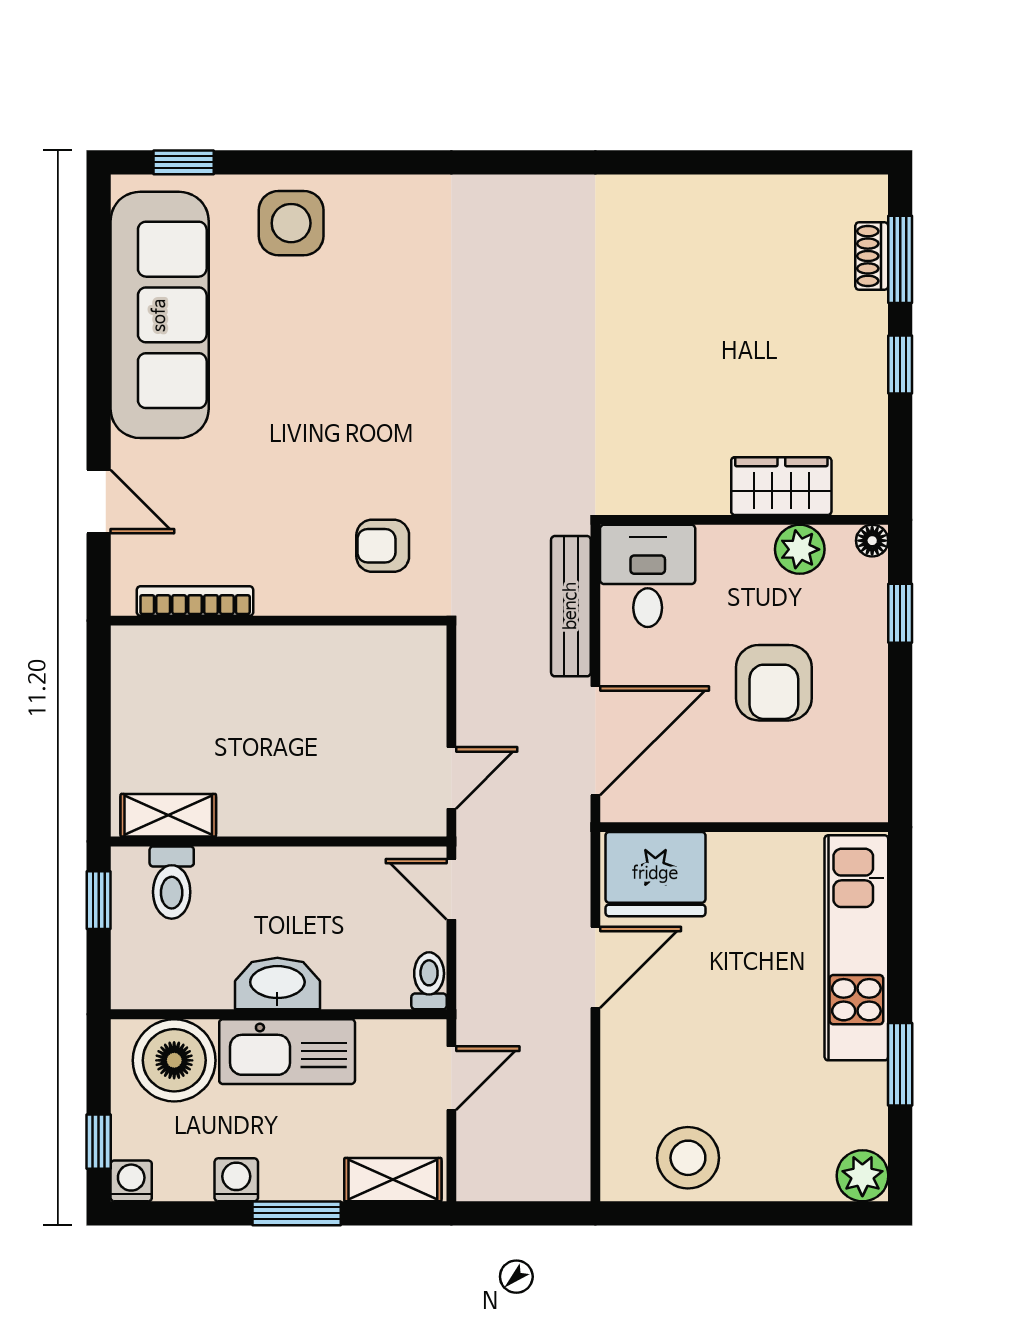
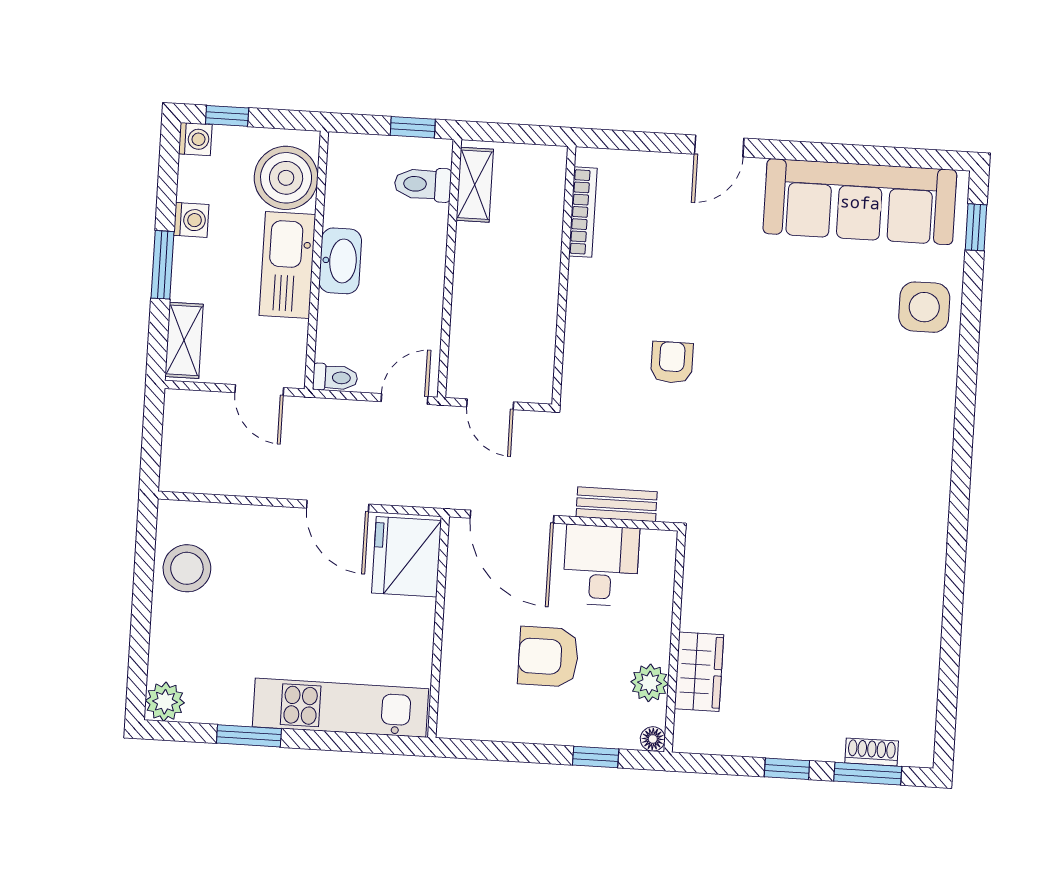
desk: (648, 576) -> (601, 565), moved, turned -90
bookcase: (195, 601) -> (583, 212), moved
bench: (571, 606) -> (617, 504), width x0.73
wall: (279, 621) -> (564, 275), moved

